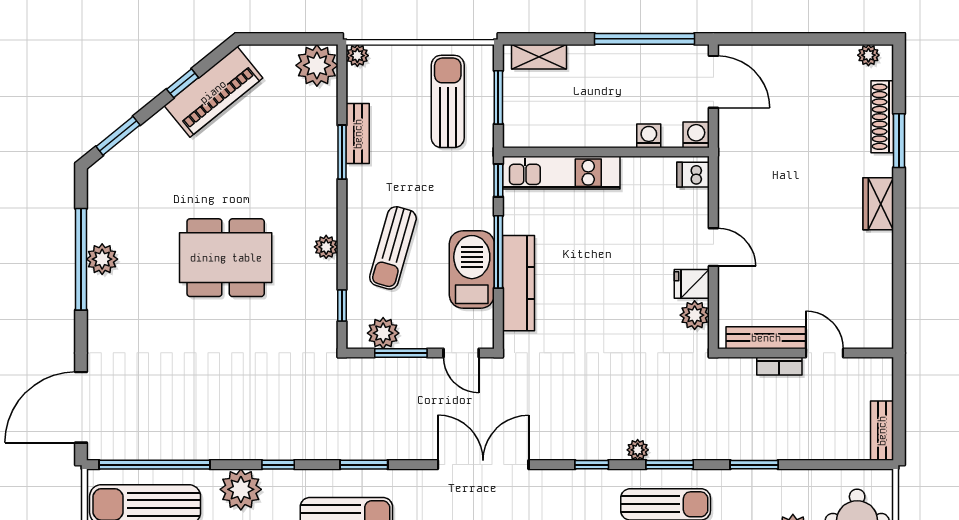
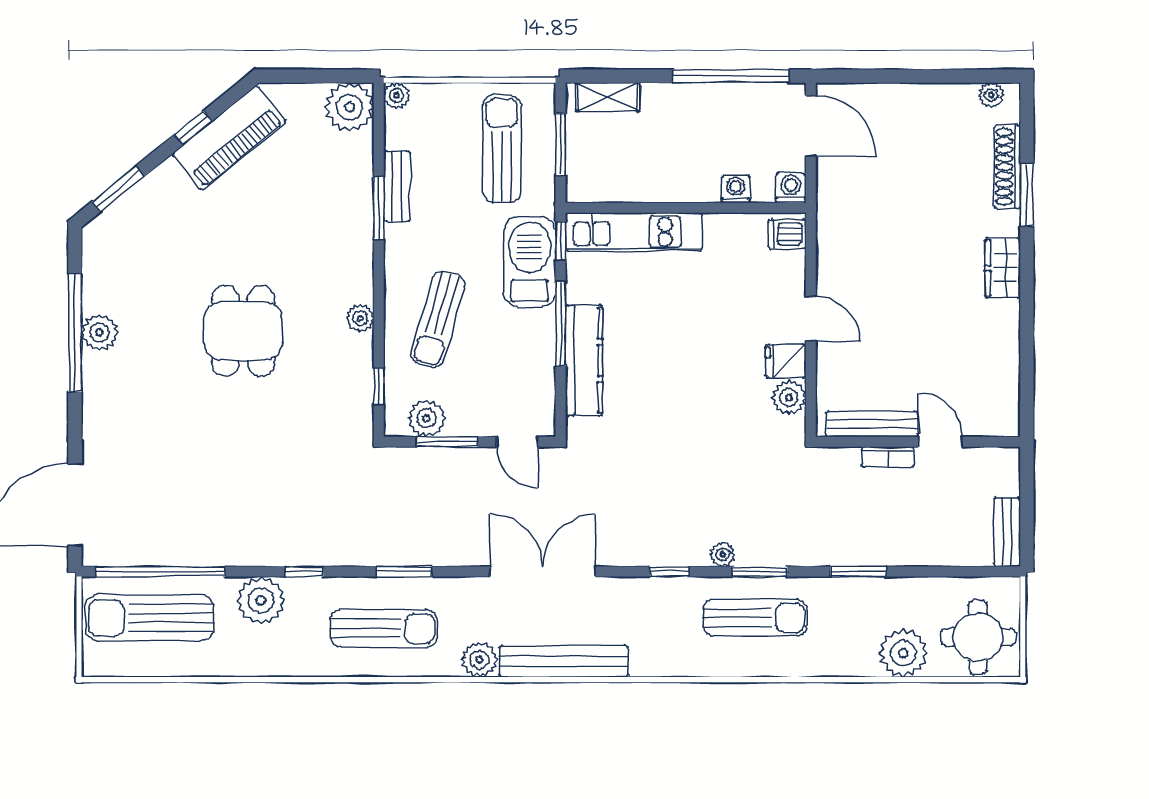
dining table: (226, 258) -> (243, 331), width x0.73
barbecue: (472, 269) -> (530, 262), moved

